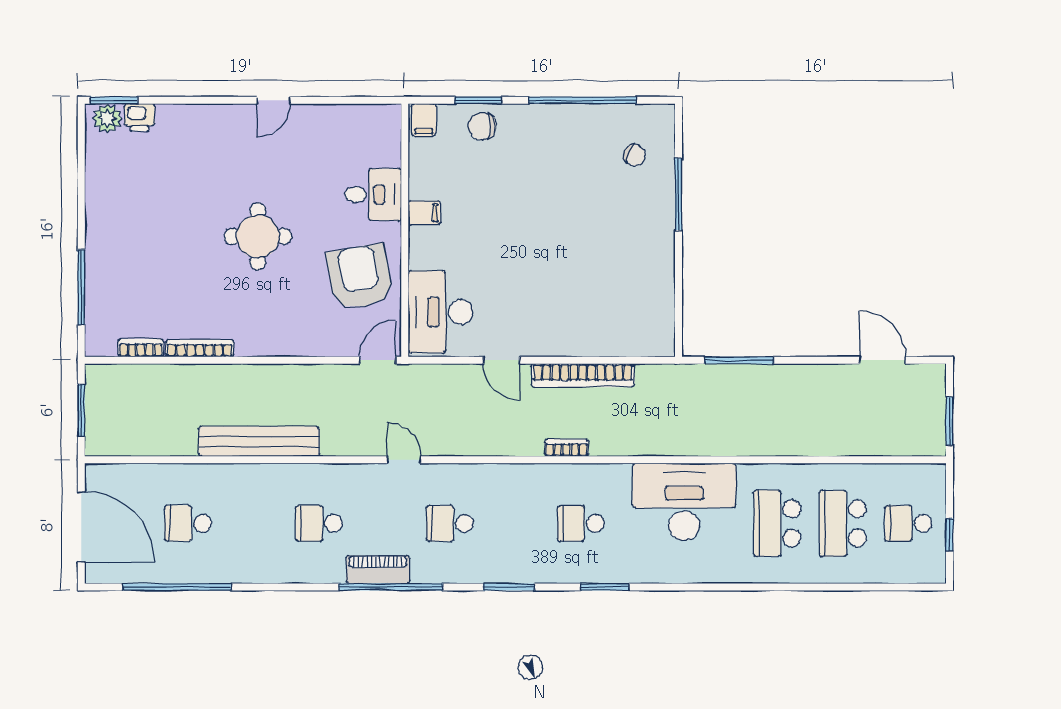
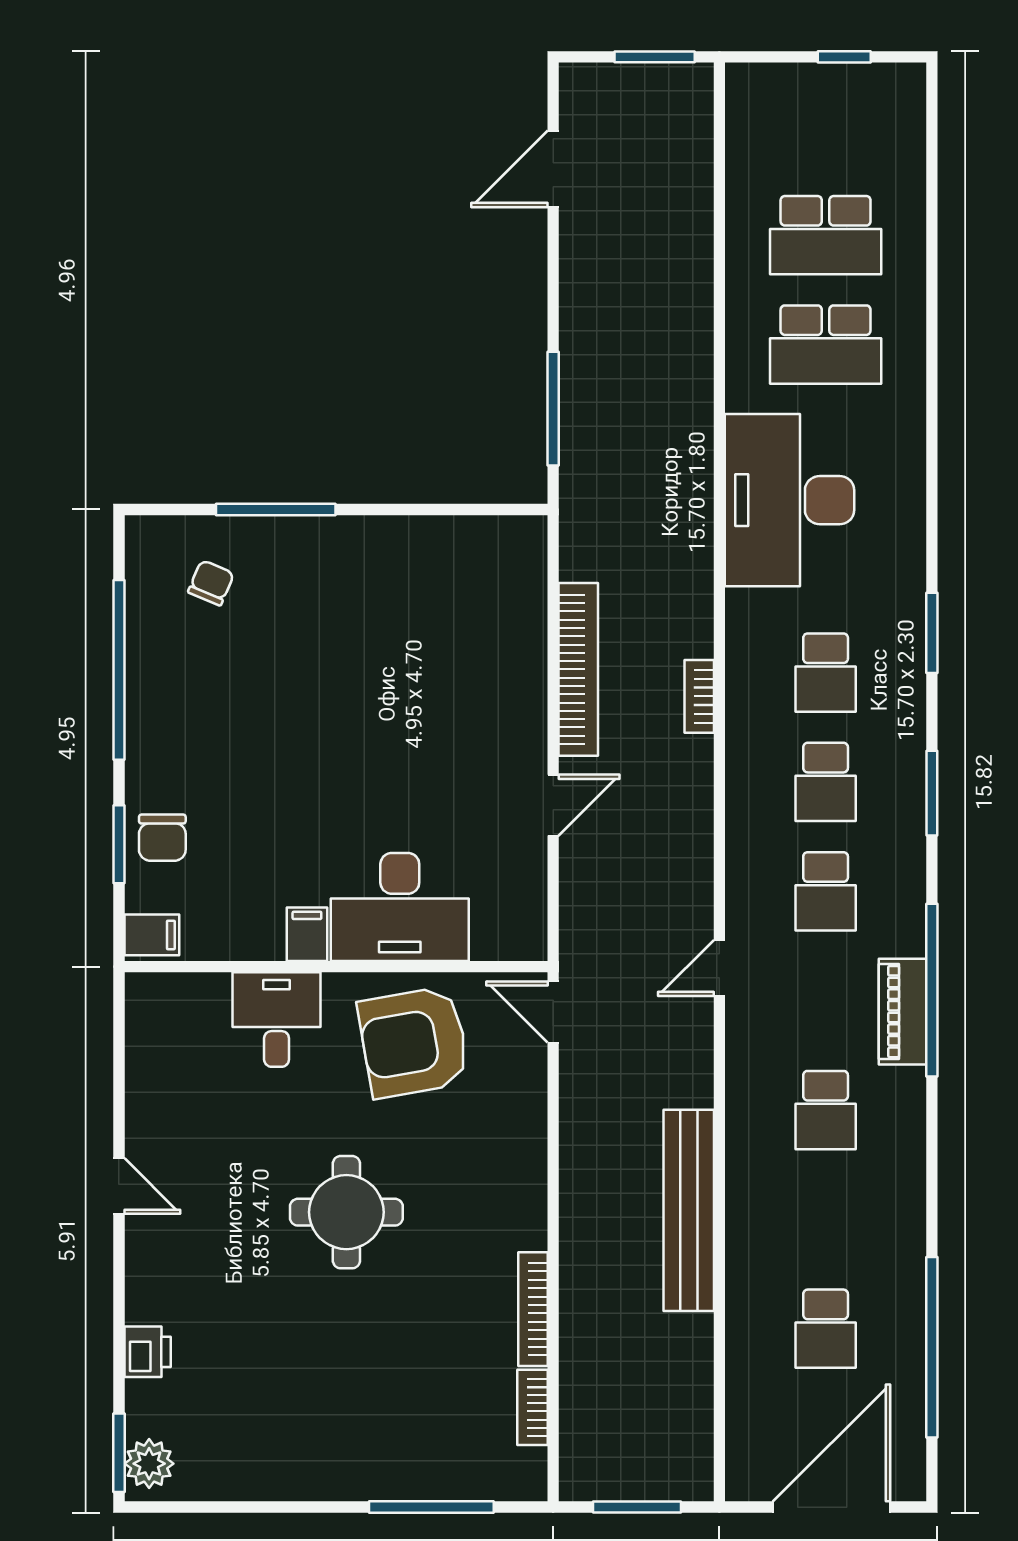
printer: (139, 117) -> (148, 1352), moved
desk: (441, 312) -> (400, 907), moved
school desk: (908, 523) -> (826, 782), moved

